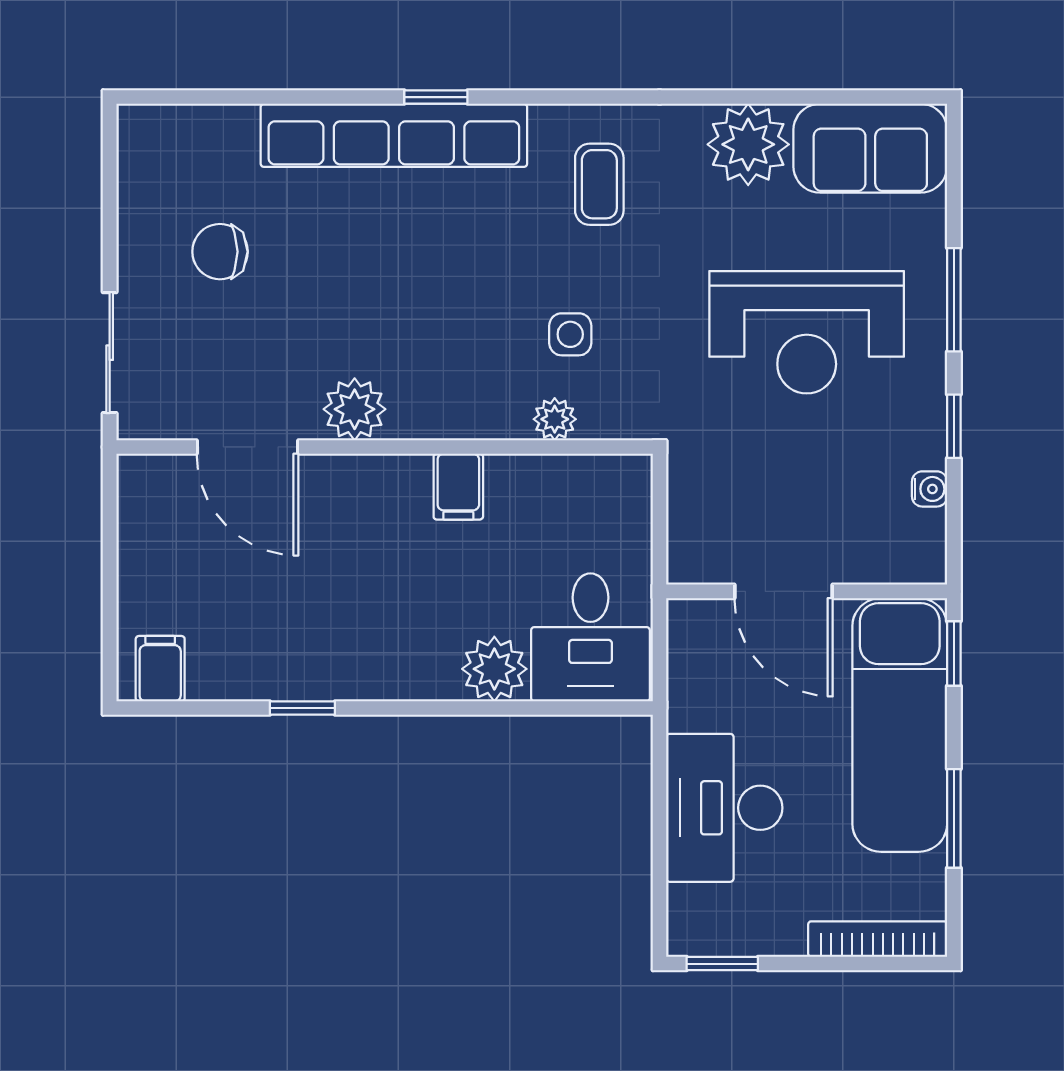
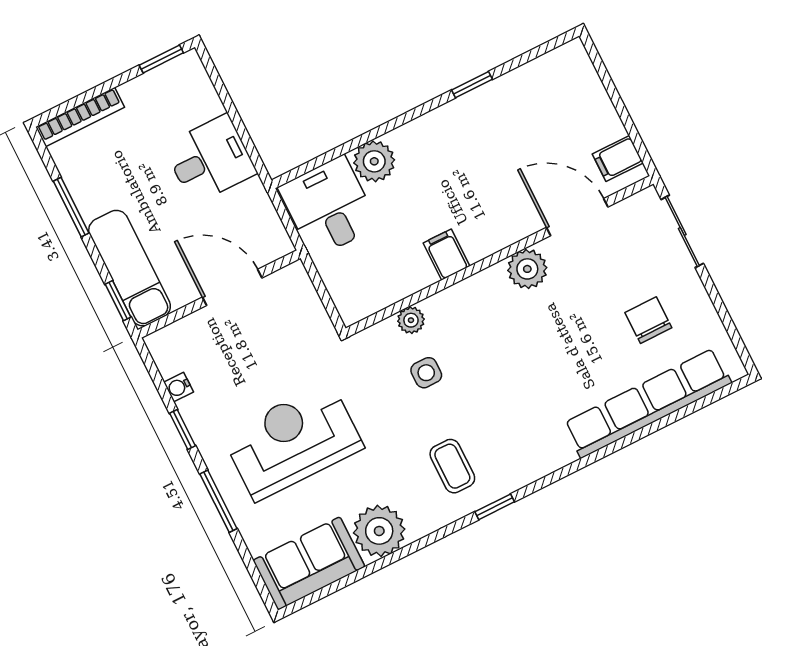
window: (436, 97) -> (495, 507), moved
row of seats: (394, 135) -> (648, 403), moved
chair: (220, 252) -> (648, 320), turned -90
filing cabinet: (160, 669) -> (618, 158), moved, turned 90
exam couch: (900, 725) -> (130, 268), width x0.73, depth x0.69
desk: (724, 808) -> (210, 159), width x0.73

